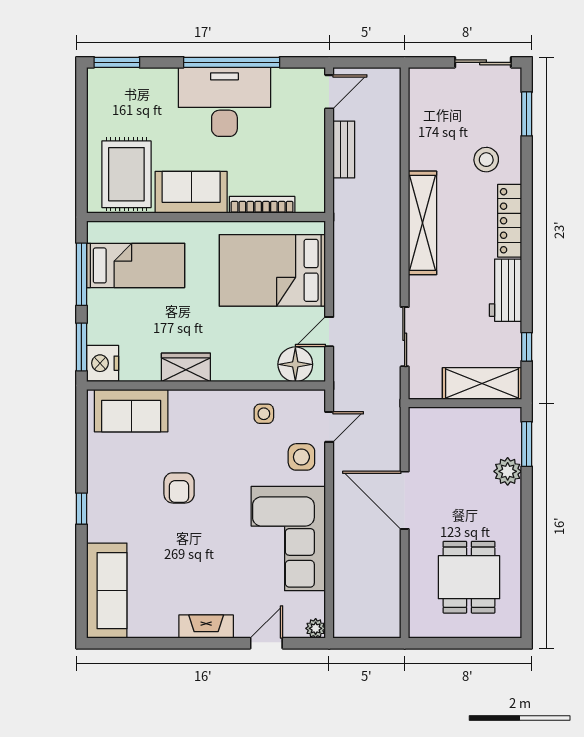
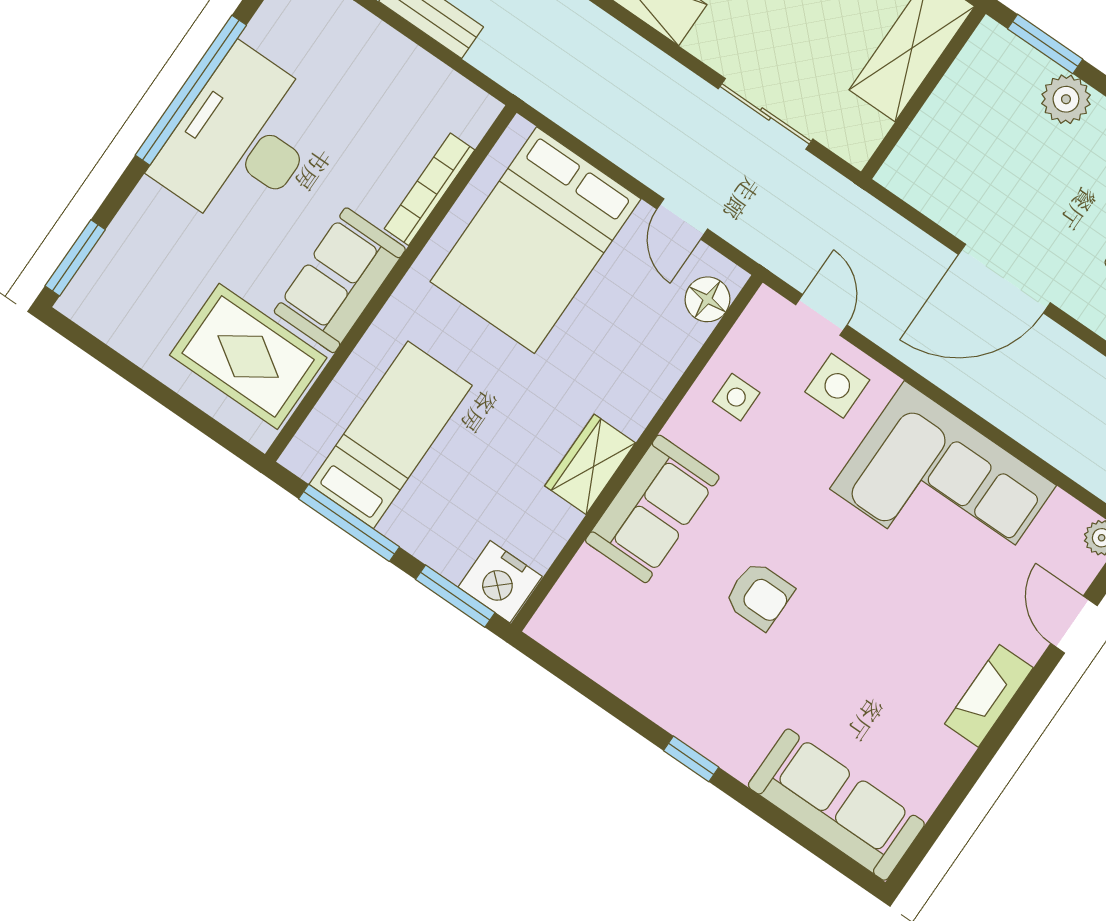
floor lamp: (295, 364) -> (708, 299), width x0.73, depth x0.73
sofa: (131, 411) -> (652, 509), moved

